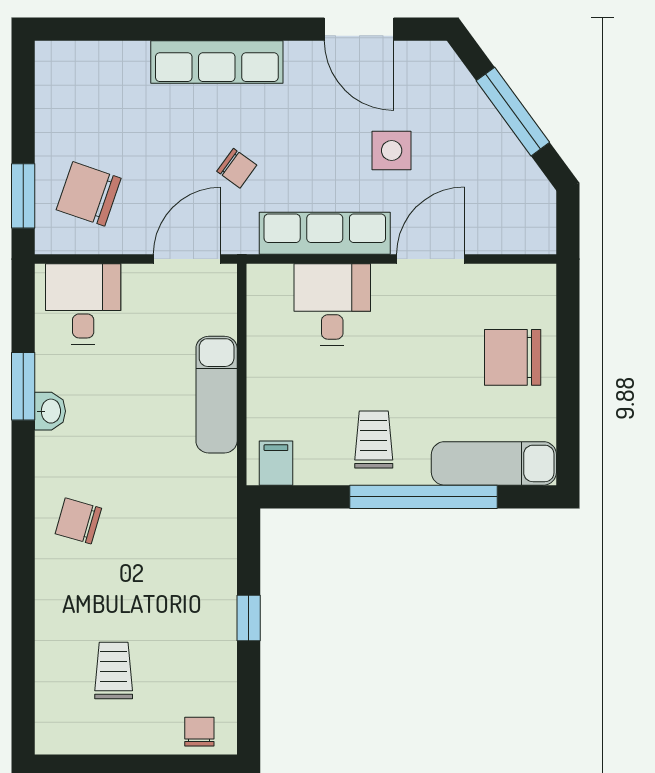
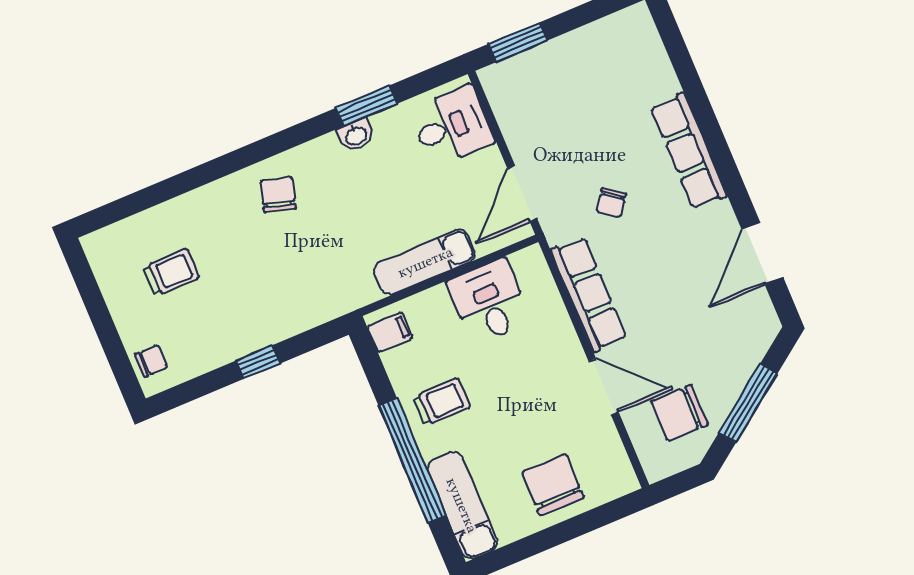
side table: (392, 150) -> (677, 320), removed
chair: (89, 194) -> (679, 413), moved, turned -109
door: (187, 259) -> (522, 194), swing flipped
desk: (332, 305) -> (489, 301), moved, turned -90

